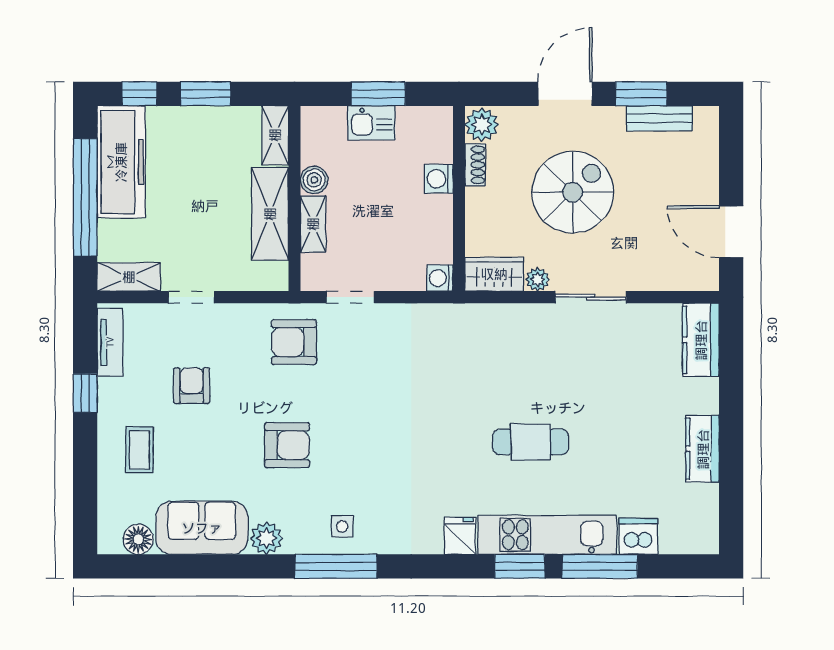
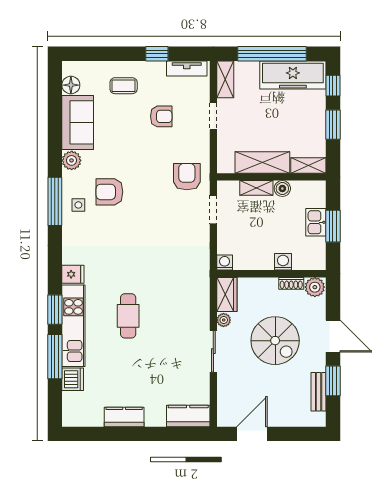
armchair: (287, 445) -> (109, 192), moved, turned 90

